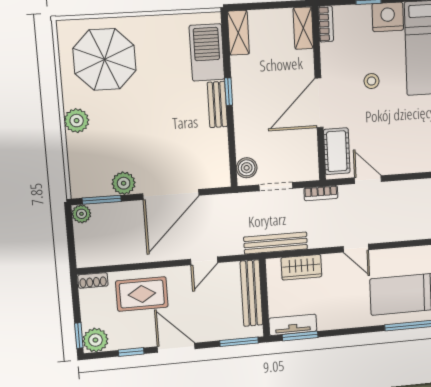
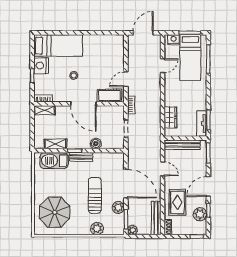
shelving: (238, 33) -> (55, 144), moved
plant: (77, 121) -> (97, 229), moved
sun lounger: (144, 136) -> (95, 195), added
boiler: (247, 168) -> (96, 144), moved
bench: (276, 243) -> (156, 218), moved
door: (356, 248) -> (163, 66), moved
plant: (95, 340) -> (200, 214), moved

